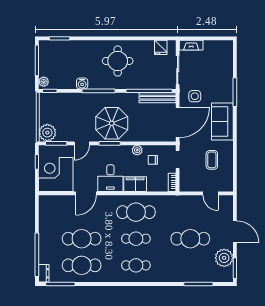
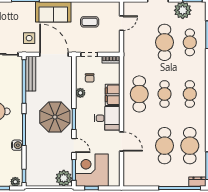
corner desk: (56, 174) -> (92, 170), moved, turned 90
cafe table: (190, 265) -> (190, 42), added

